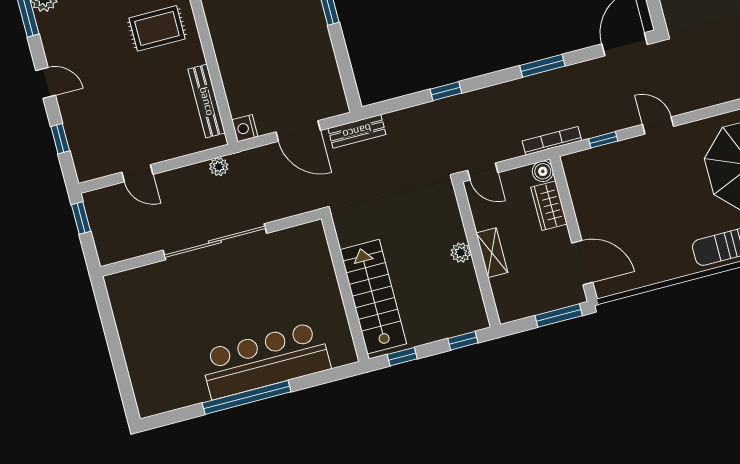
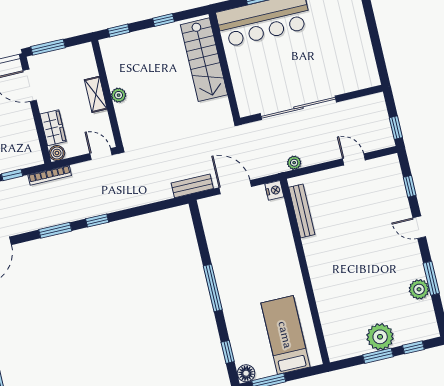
rug: (157, 28) -> (337, 265), removed
window: (446, 91) -> (97, 220), moved
wall: (345, 289) -> (224, 66), moved
stairs: (373, 297) -> (204, 60), moved

